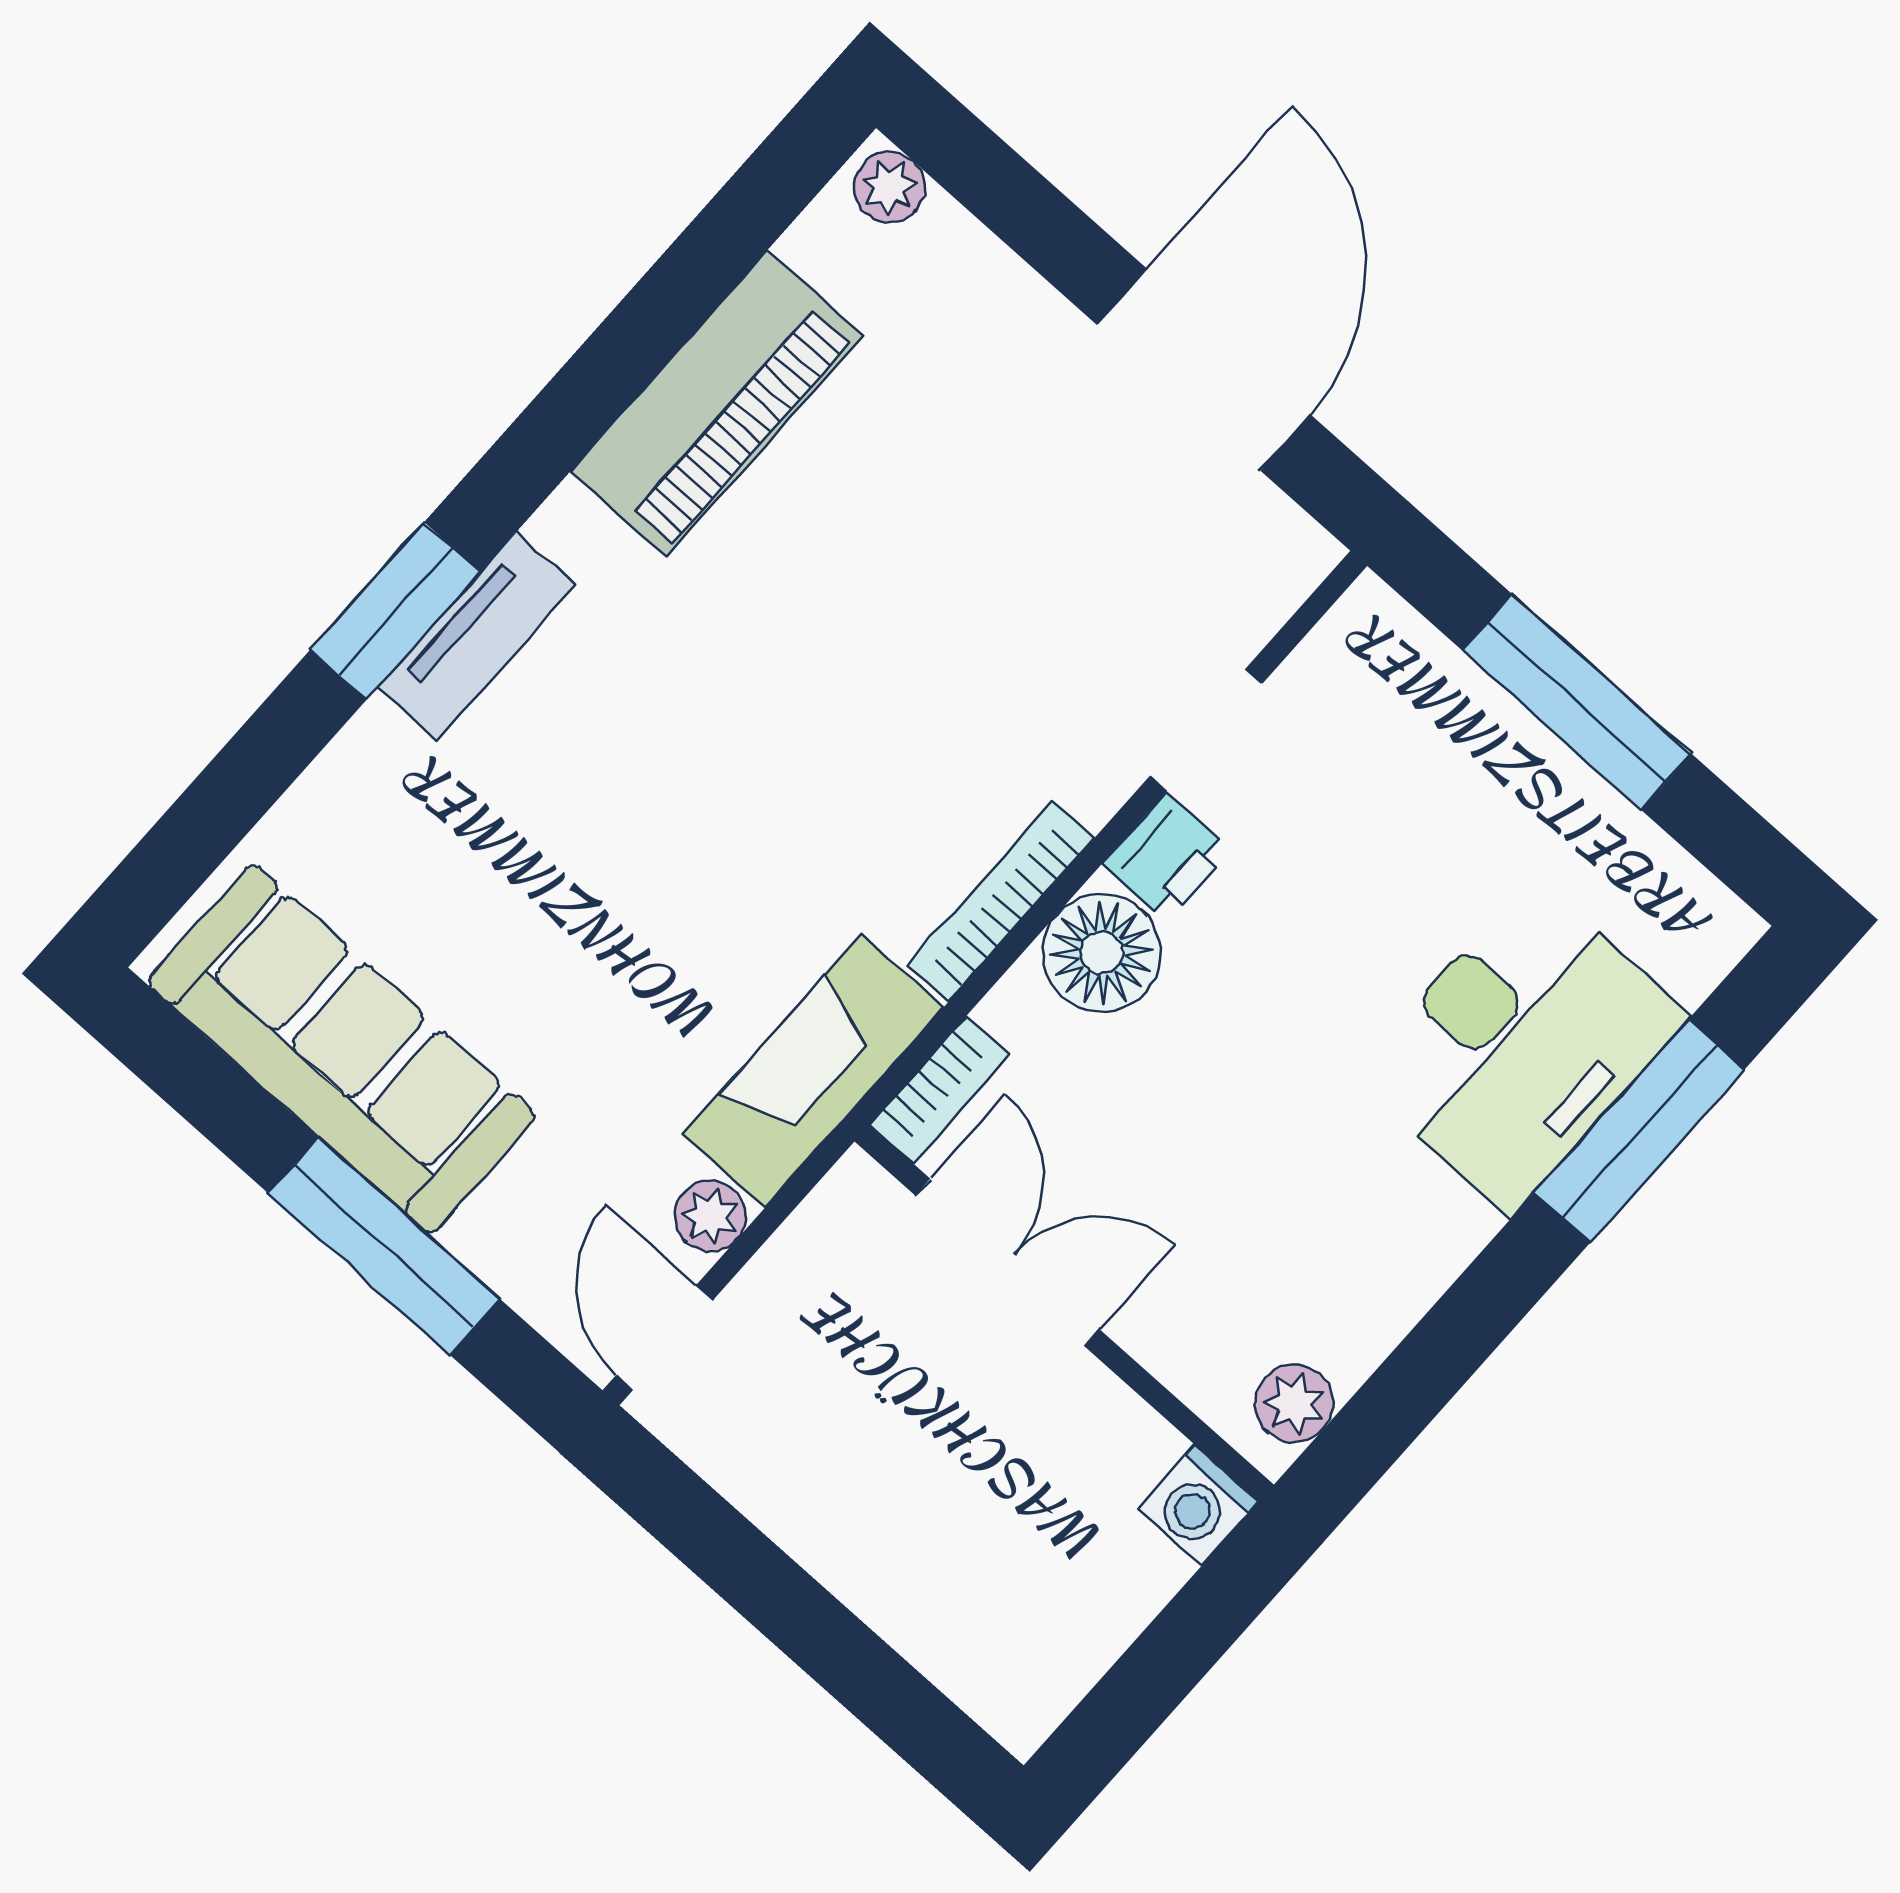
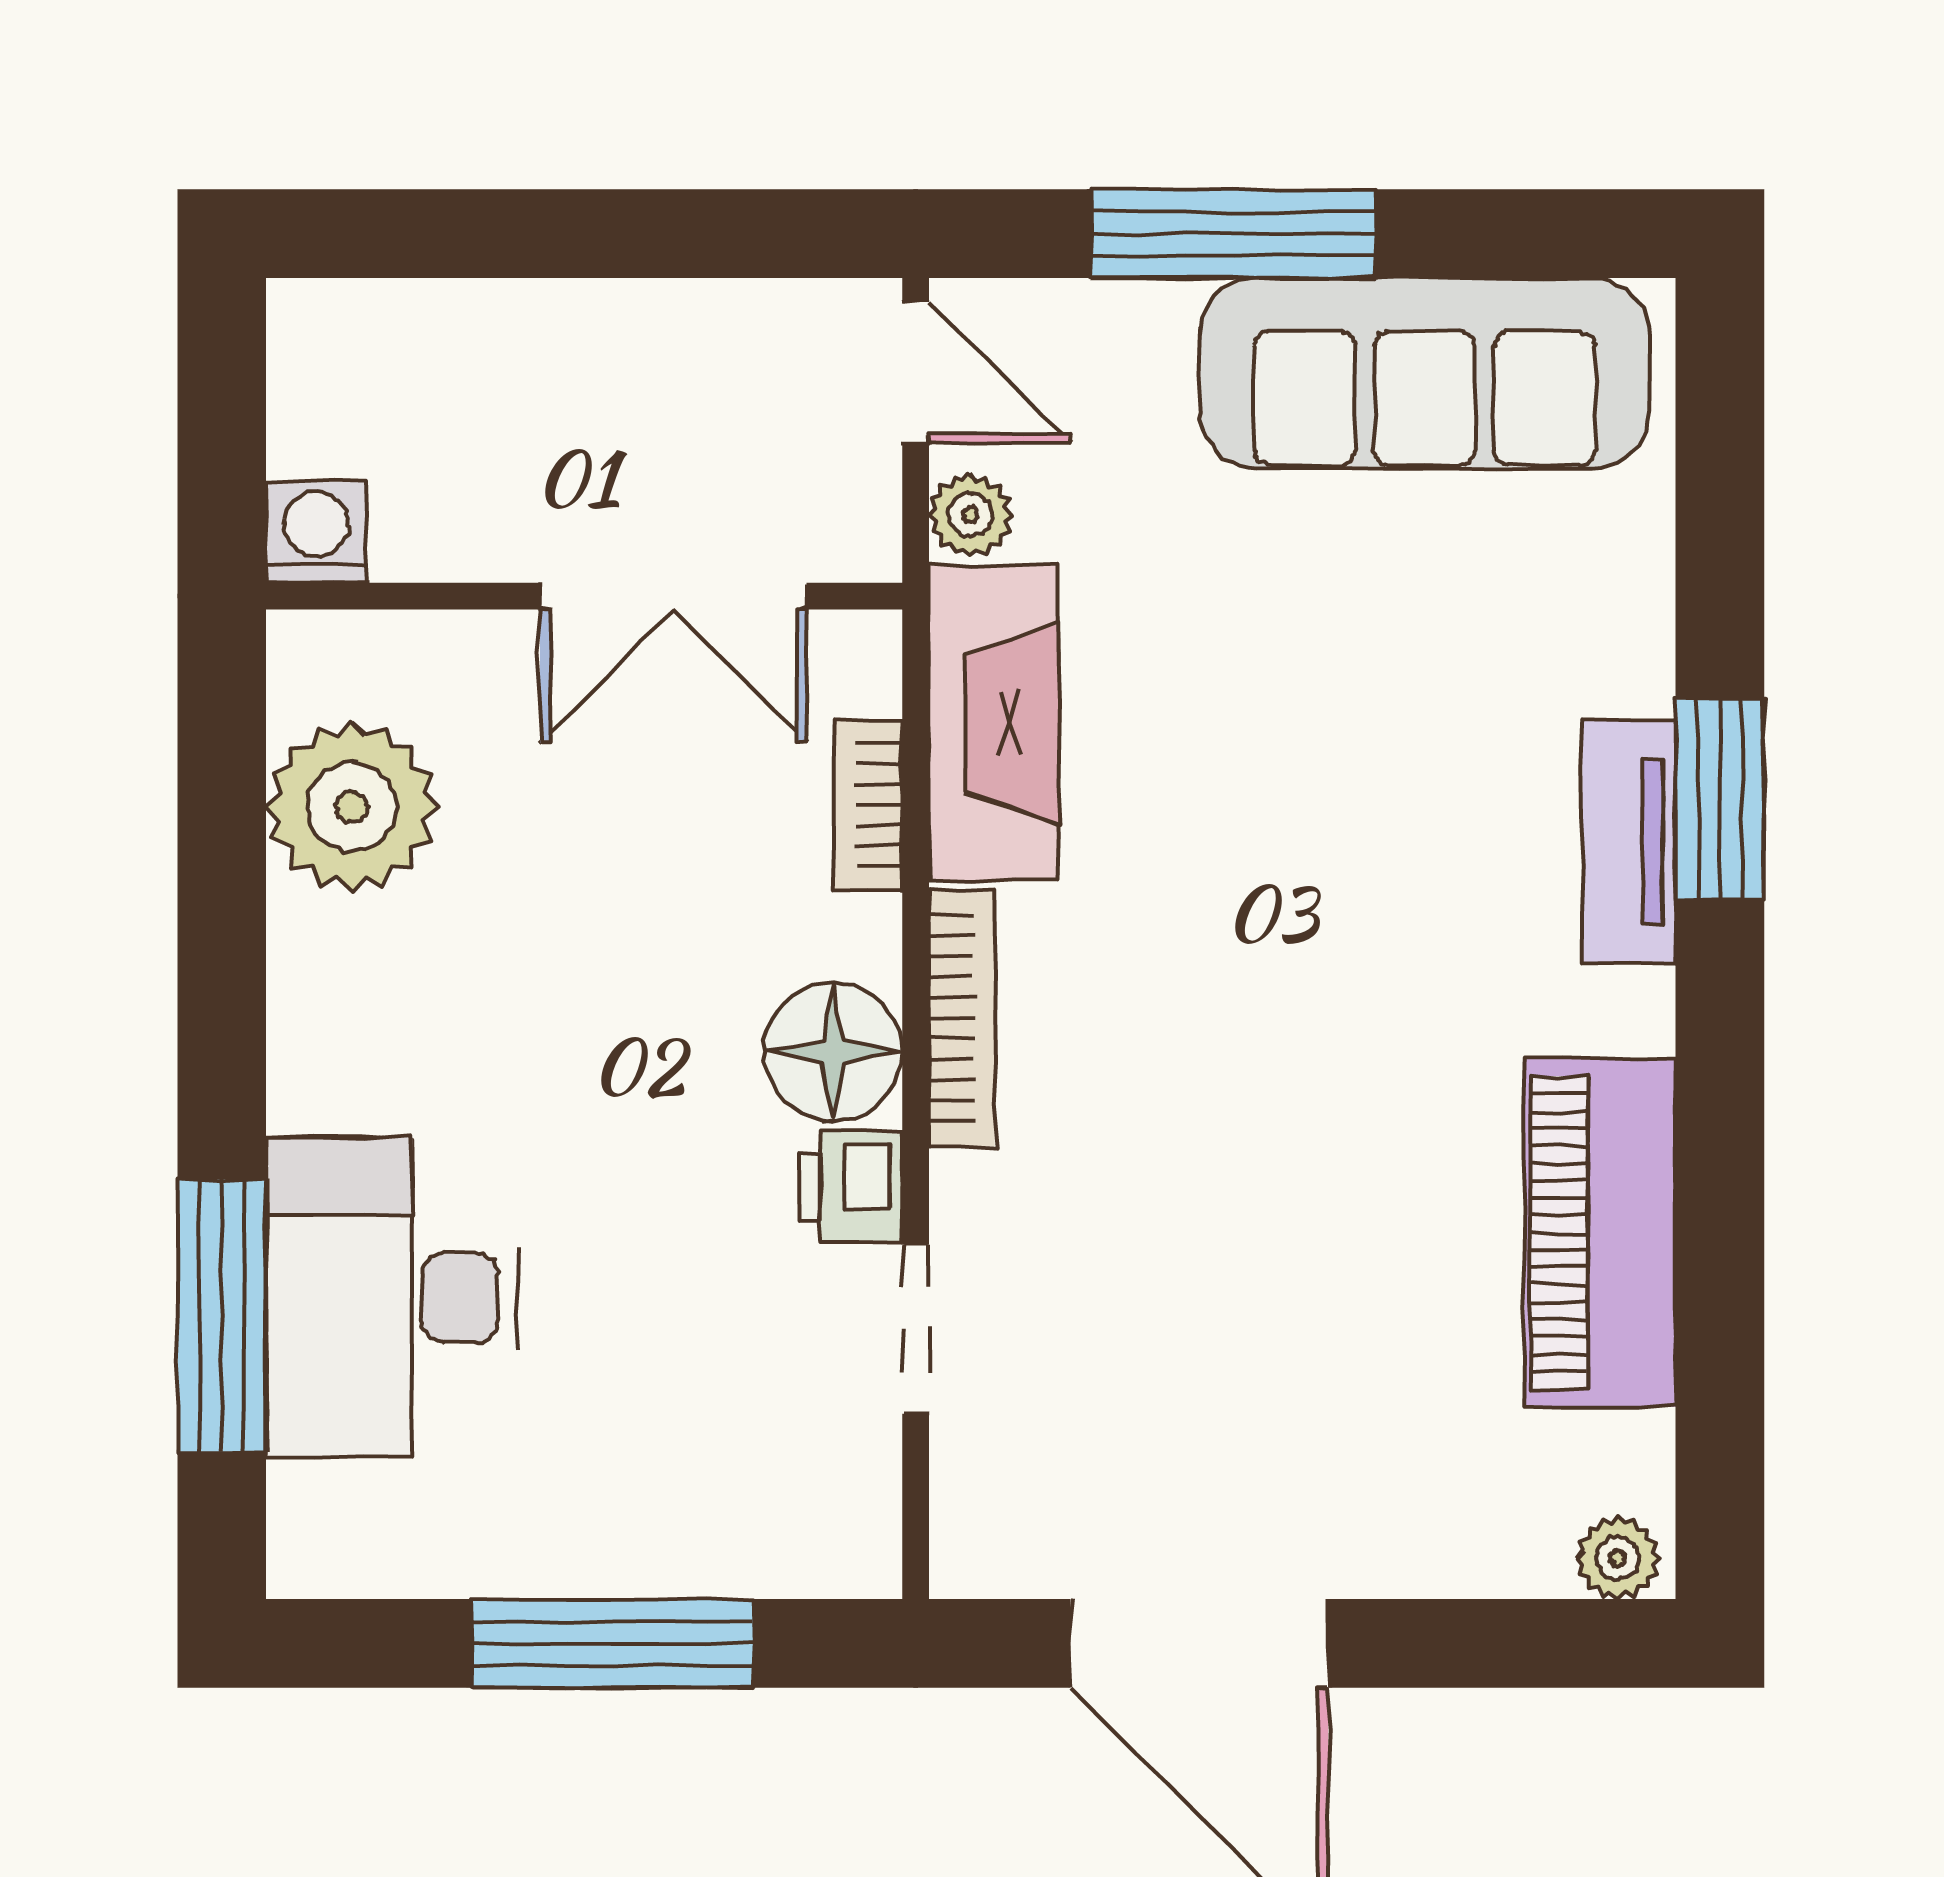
double door: (1007, 1262) -> (673, 596), moved
wall: (1064, 1313) -> (584, 596), moved
plant: (1294, 1403) -> (352, 807), width x1.87, depth x1.87
washing machine: (1198, 1505) -> (316, 532), moved

